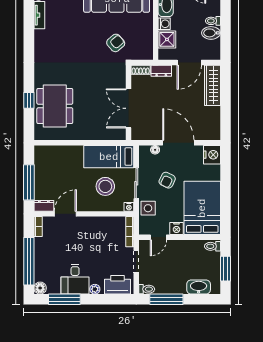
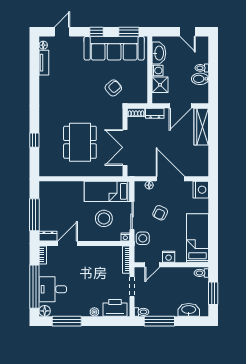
dining table: (55, 106) -> (80, 142), moved
bed: (202, 208) -> (198, 238), width x0.67
desk: (75, 279) -> (53, 289), moved, turned 90

